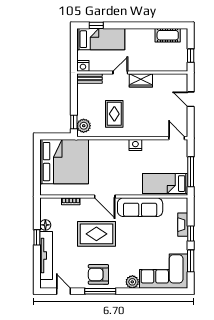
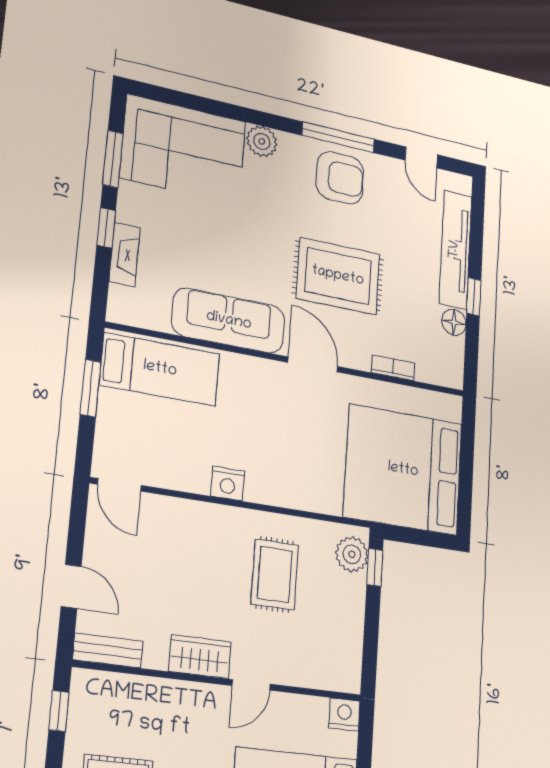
bench: (89, 79) -> (108, 650), moved
window: (191, 172) -> (91, 388), width x0.69

